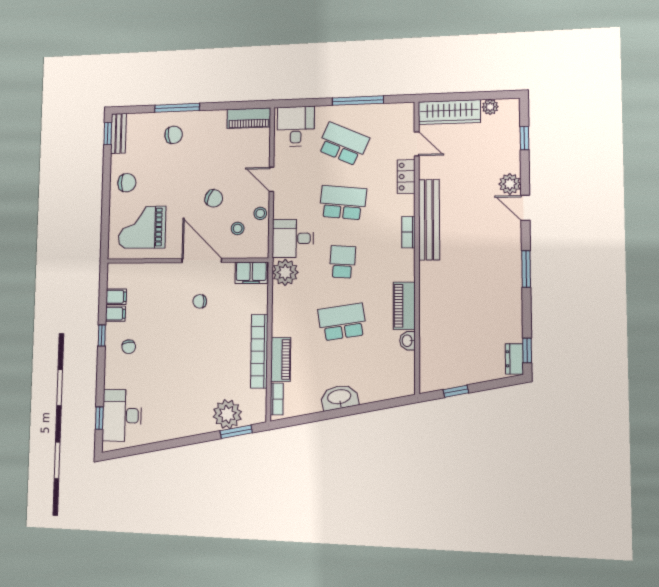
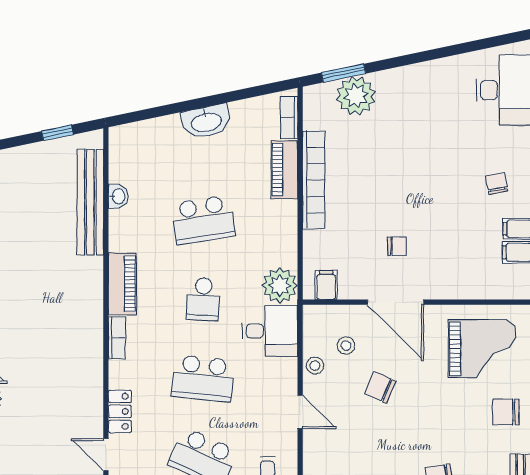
bench: (429, 220) -> (90, 202), moved
filing cabinet: (251, 273) -> (326, 285), width x0.50
piano: (404, 306) -> (122, 284), moved

